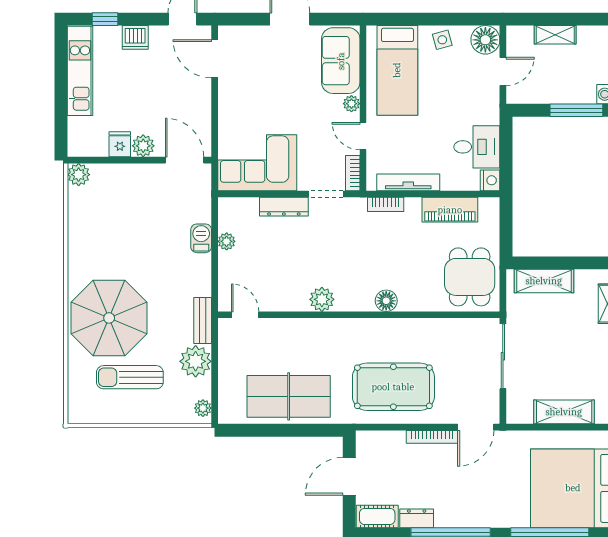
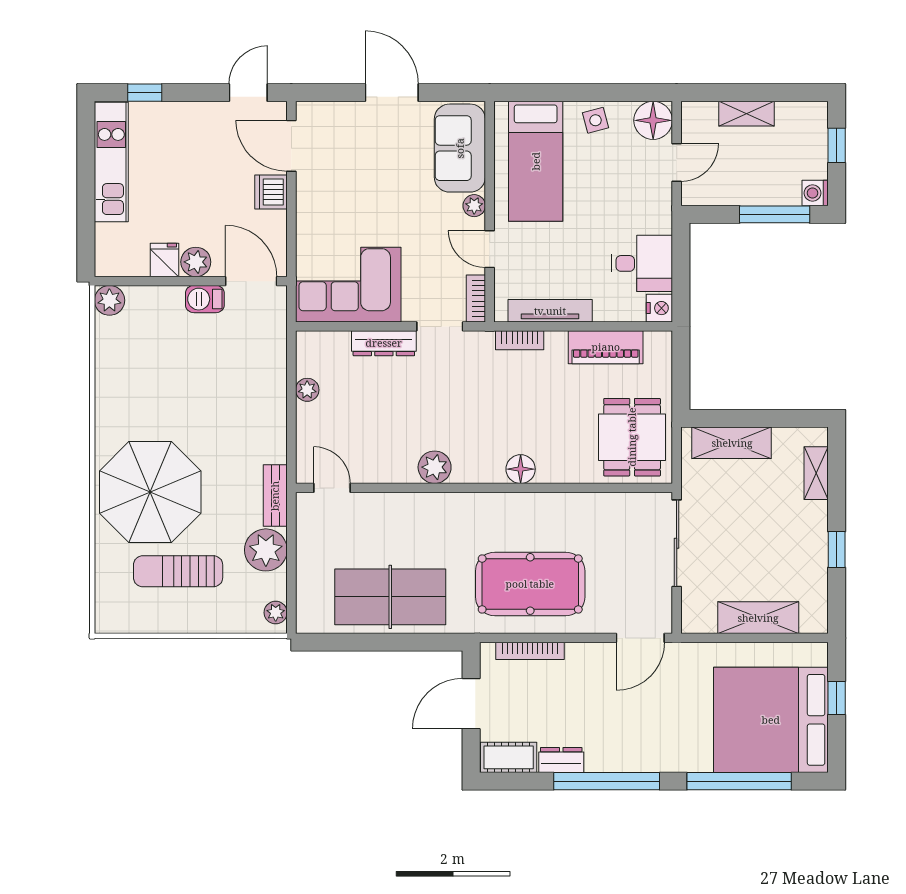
dishwasher: (135, 37) -> (271, 192), moved, turned 90
barbecue: (201, 238) -> (205, 299), moved, turned -90
bookcase: (432, 437) -> (530, 651), moved

